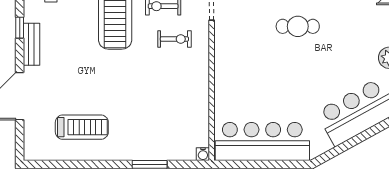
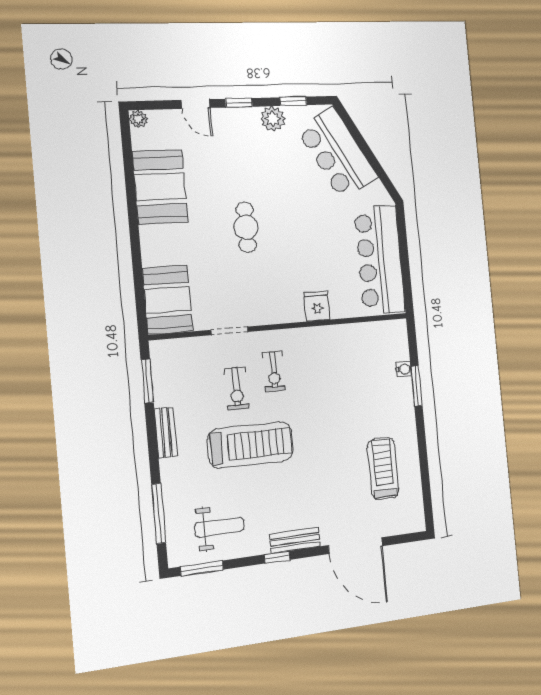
exercise bike: (174, 39) -> (274, 371), turned 180
fridge: (226, 82) -> (317, 306), added
water cooler: (203, 154) -> (404, 369), moved

